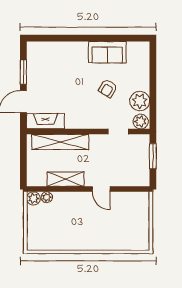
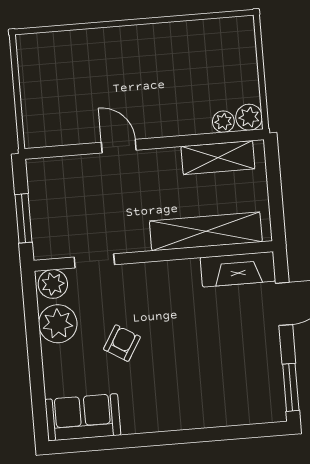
sofa: (107, 52) -> (83, 417), moved
window: (23, 72) -> (291, 387), moved
shelving: (65, 179) -> (218, 158), moved

